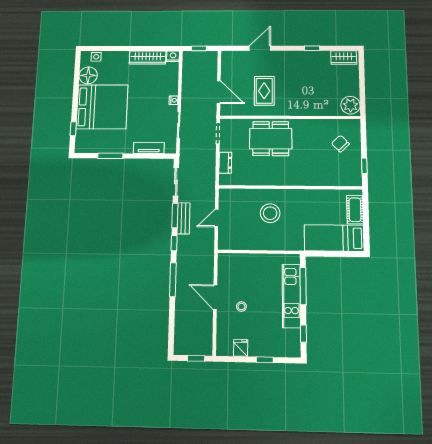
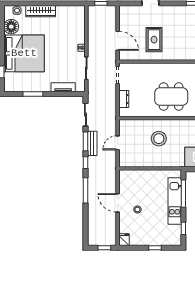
nightstand: (173, 56) -> (80, 10), removed
wardrobe: (148, 57) -> (41, 11), moved
dining table: (271, 139) -> (171, 97), moved
fridge: (241, 348) -> (124, 240), moved

